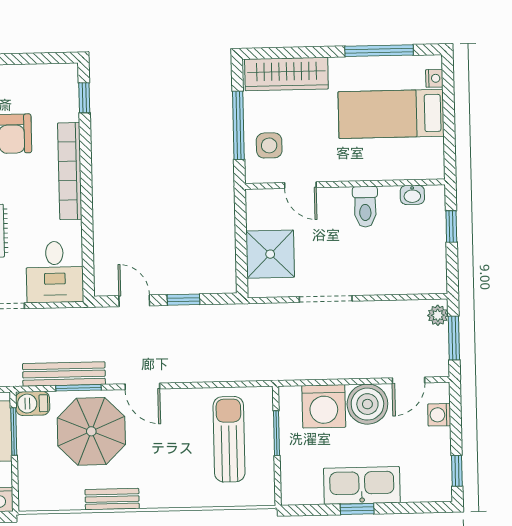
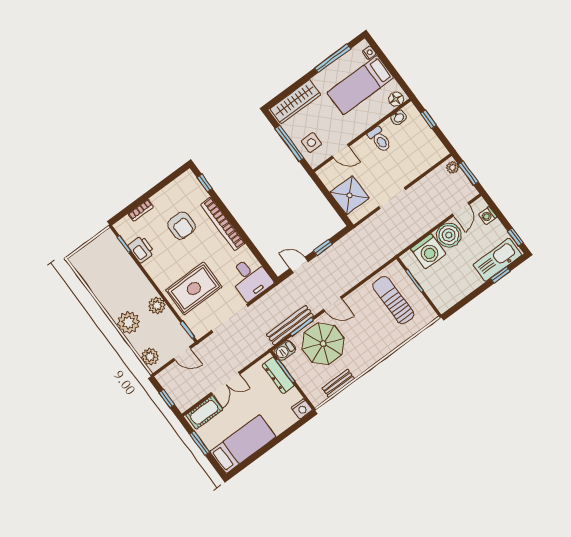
floor lamp: (427, 168) -> (396, 99), added
kitchen sink: (362, 485) -> (497, 260), moved
bench: (112, 499) -> (338, 383), moved
window: (357, 509) -> (500, 275), moved

